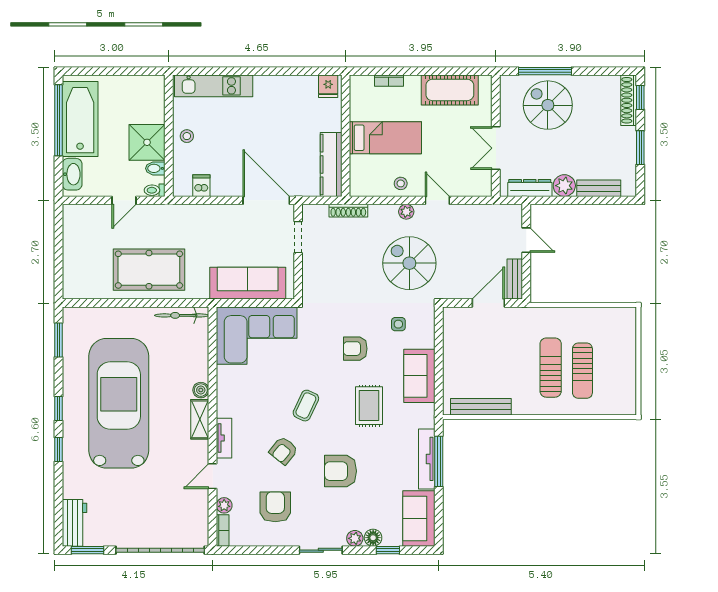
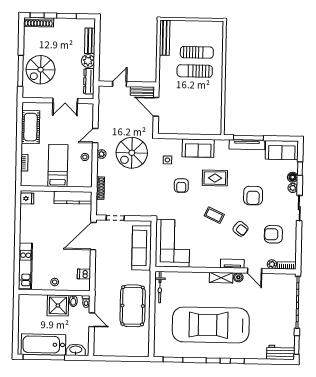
boiler: (201, 390) -> (238, 277), moved
bench: (481, 407) -> (165, 38), moved

